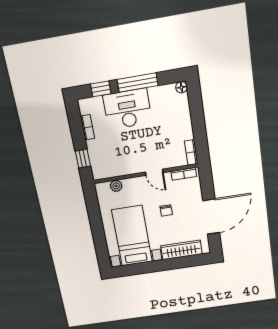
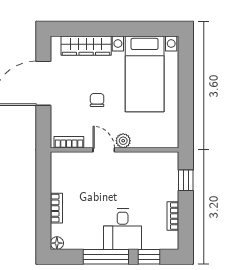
desk: (127, 109) -> (123, 229), width x0.73
bookcase: (191, 152) -> (56, 208), moved
plant: (116, 186) -> (123, 141), moved

